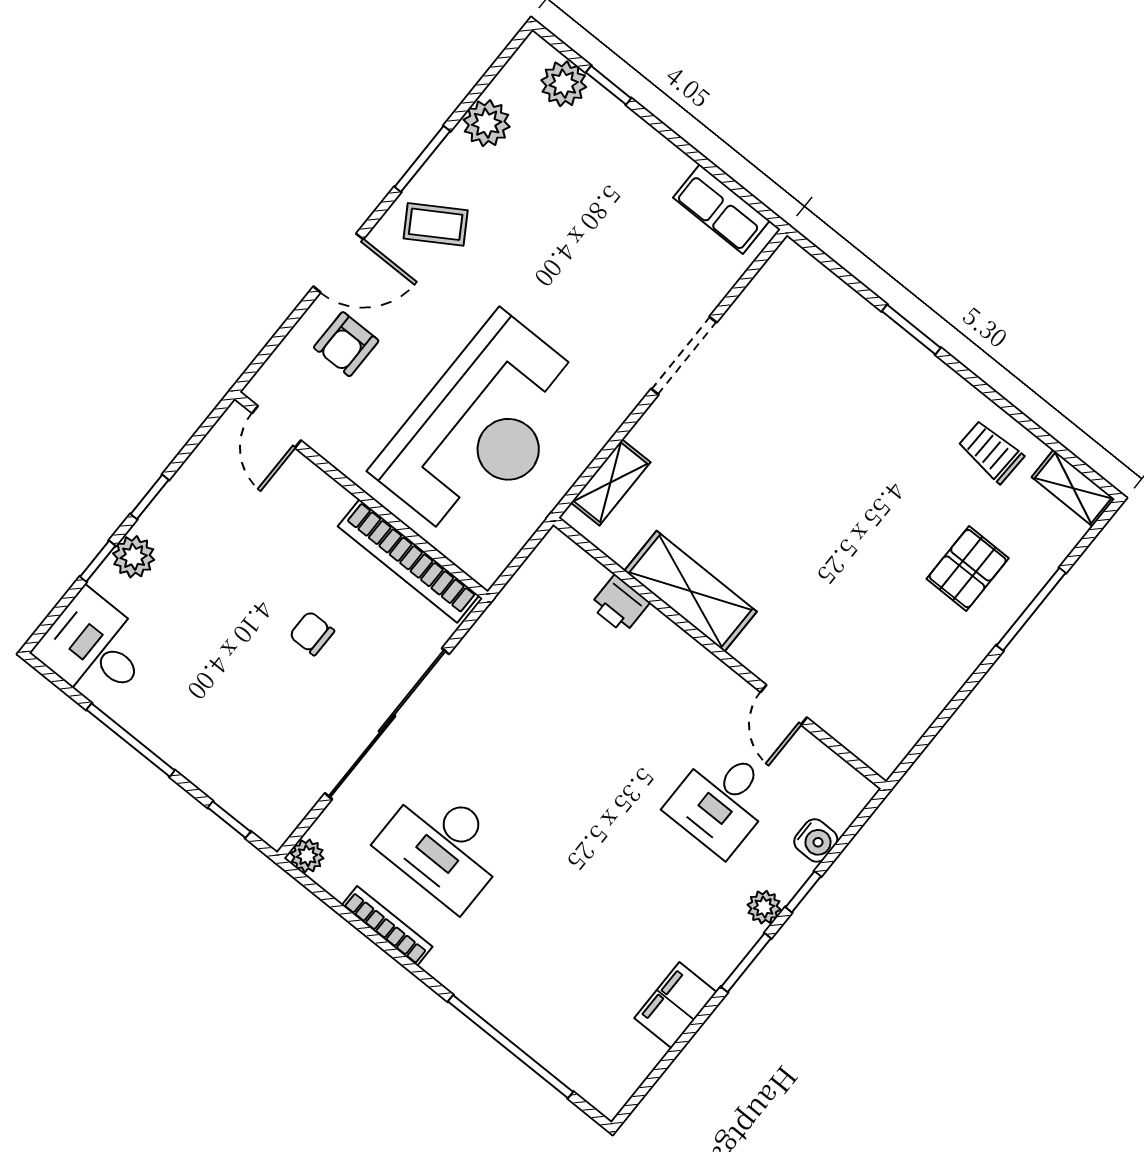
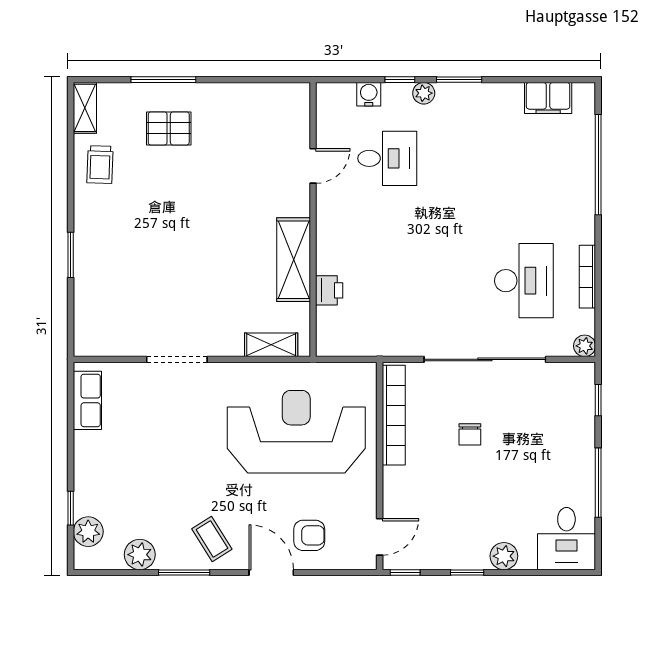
window: (98, 561) -> (405, 572), moved
filing cabinet: (676, 1005) -> (548, 98), moved

